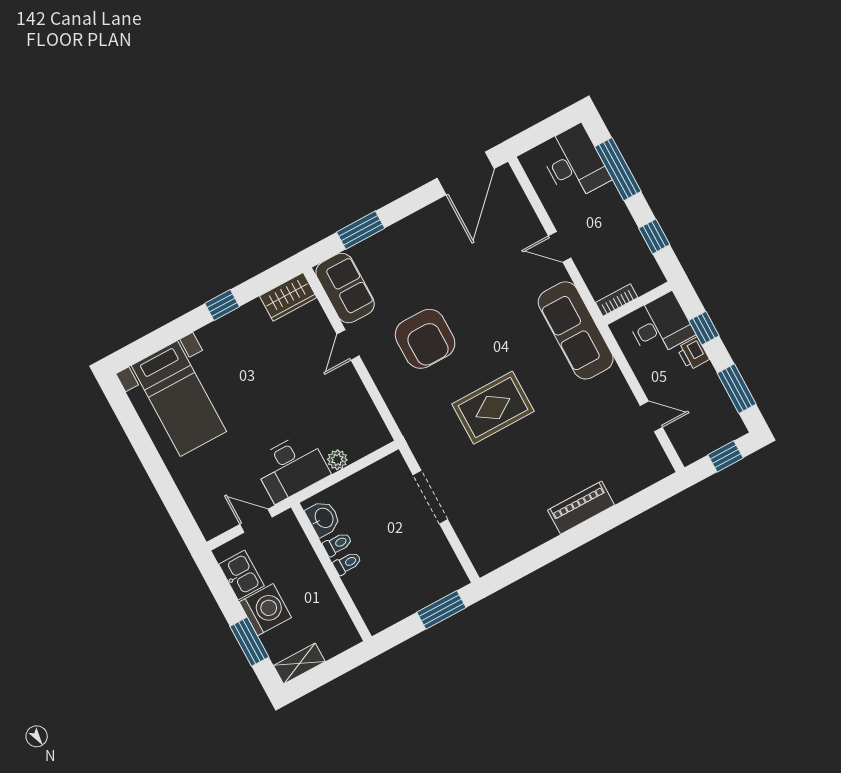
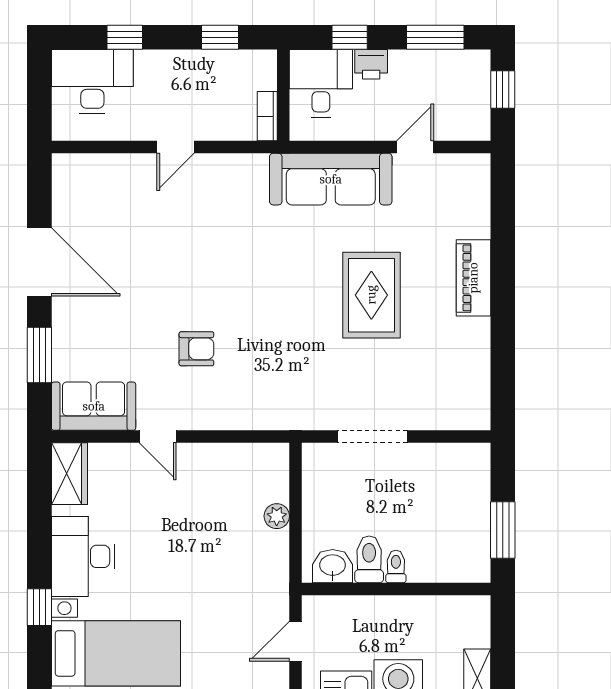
window: (618, 169) -> (125, 37), width x0.46
door: (466, 173) -> (39, 262), moved
window: (222, 305) -> (39, 607), moved
sofa: (576, 330) -> (331, 179), moved
armchair: (425, 339) -> (196, 349), width x0.53, depth x0.53
rug: (493, 408) -> (371, 295), moved
desk: (291, 467) -> (83, 556), moved, turned 180
toilet: (337, 544) -> (369, 559), width x1.37, depth x1.39
window: (441, 610) -> (503, 530), moved

